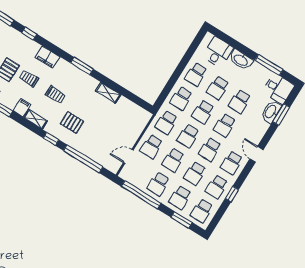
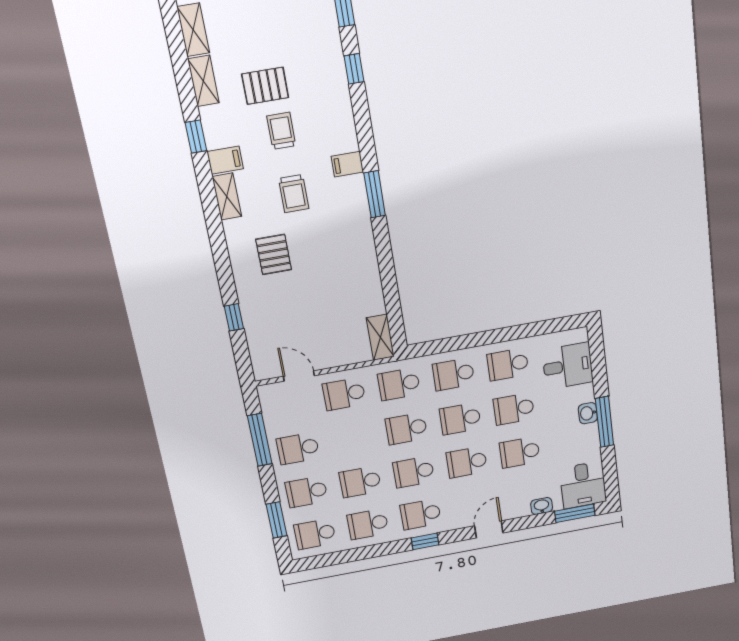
filing cabinet: (47, 57) -> (347, 164), moved, width x0.50
washbasin: (241, 60) -> (588, 413), width x0.52, depth x0.69
window: (269, 65) -> (605, 422), moved
shelving: (108, 93) -> (380, 337), moved
washbasin: (271, 112) -> (542, 506), width x0.52, depth x0.69
window: (281, 114) -> (575, 513), moved
window: (51, 139) -> (219, 246), removed
door: (256, 154) -> (489, 529), moved
window: (83, 159) -> (234, 317), width x0.32
school desk: (173, 160) -> (352, 439), removed
window: (232, 194) -> (425, 541), moved
window: (141, 195) -> (260, 440), width x0.68

